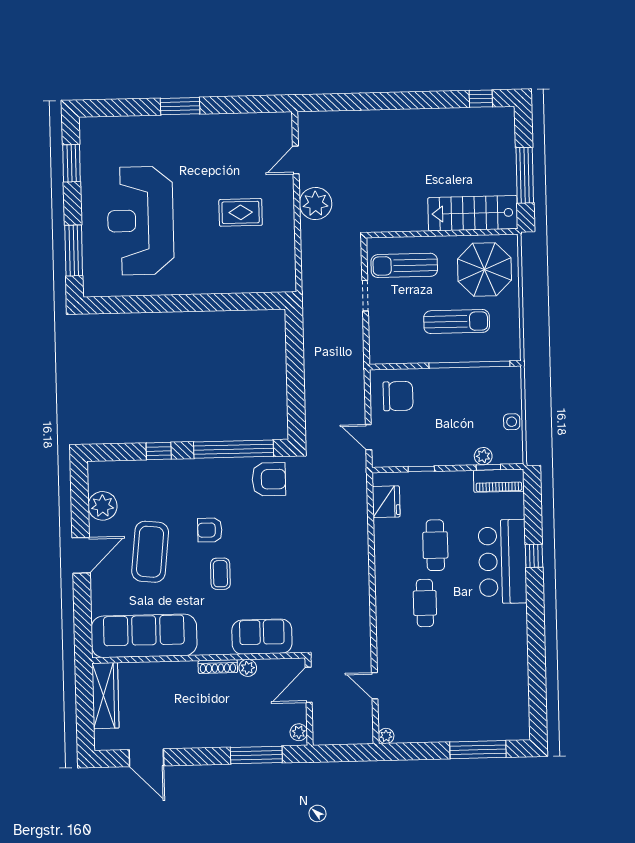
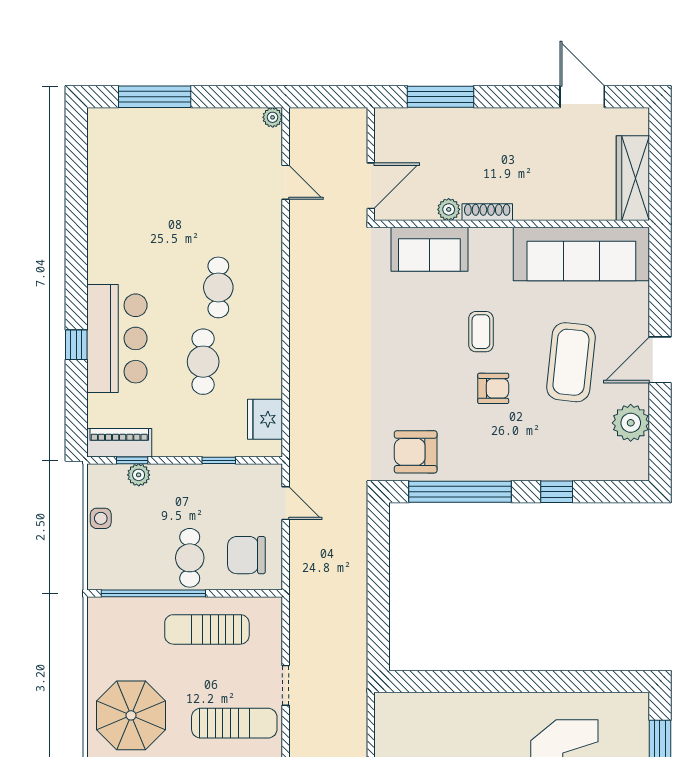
sun lounger: (457, 322) -> (207, 629), moved
cafe table: (442, 393) -> (190, 558), added
plant: (299, 732) -> (385, 125), removed

